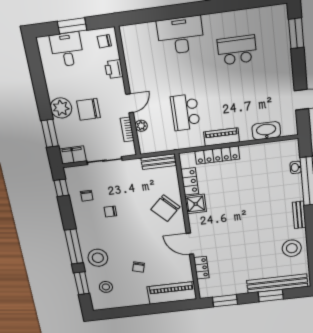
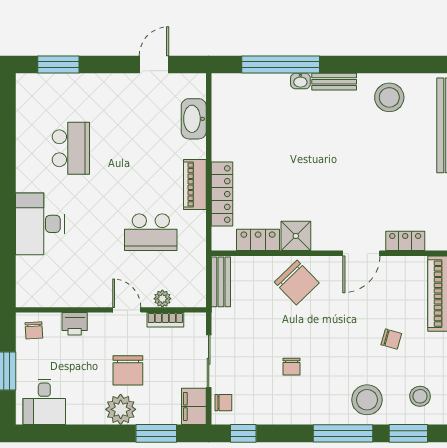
desk: (67, 49) -> (44, 402), moved, turned -90
school desk: (237, 50) -> (71, 148), turned 180
washbasin: (296, 167) -> (300, 81), moved
chair: (87, 196) -> (223, 403), moved

